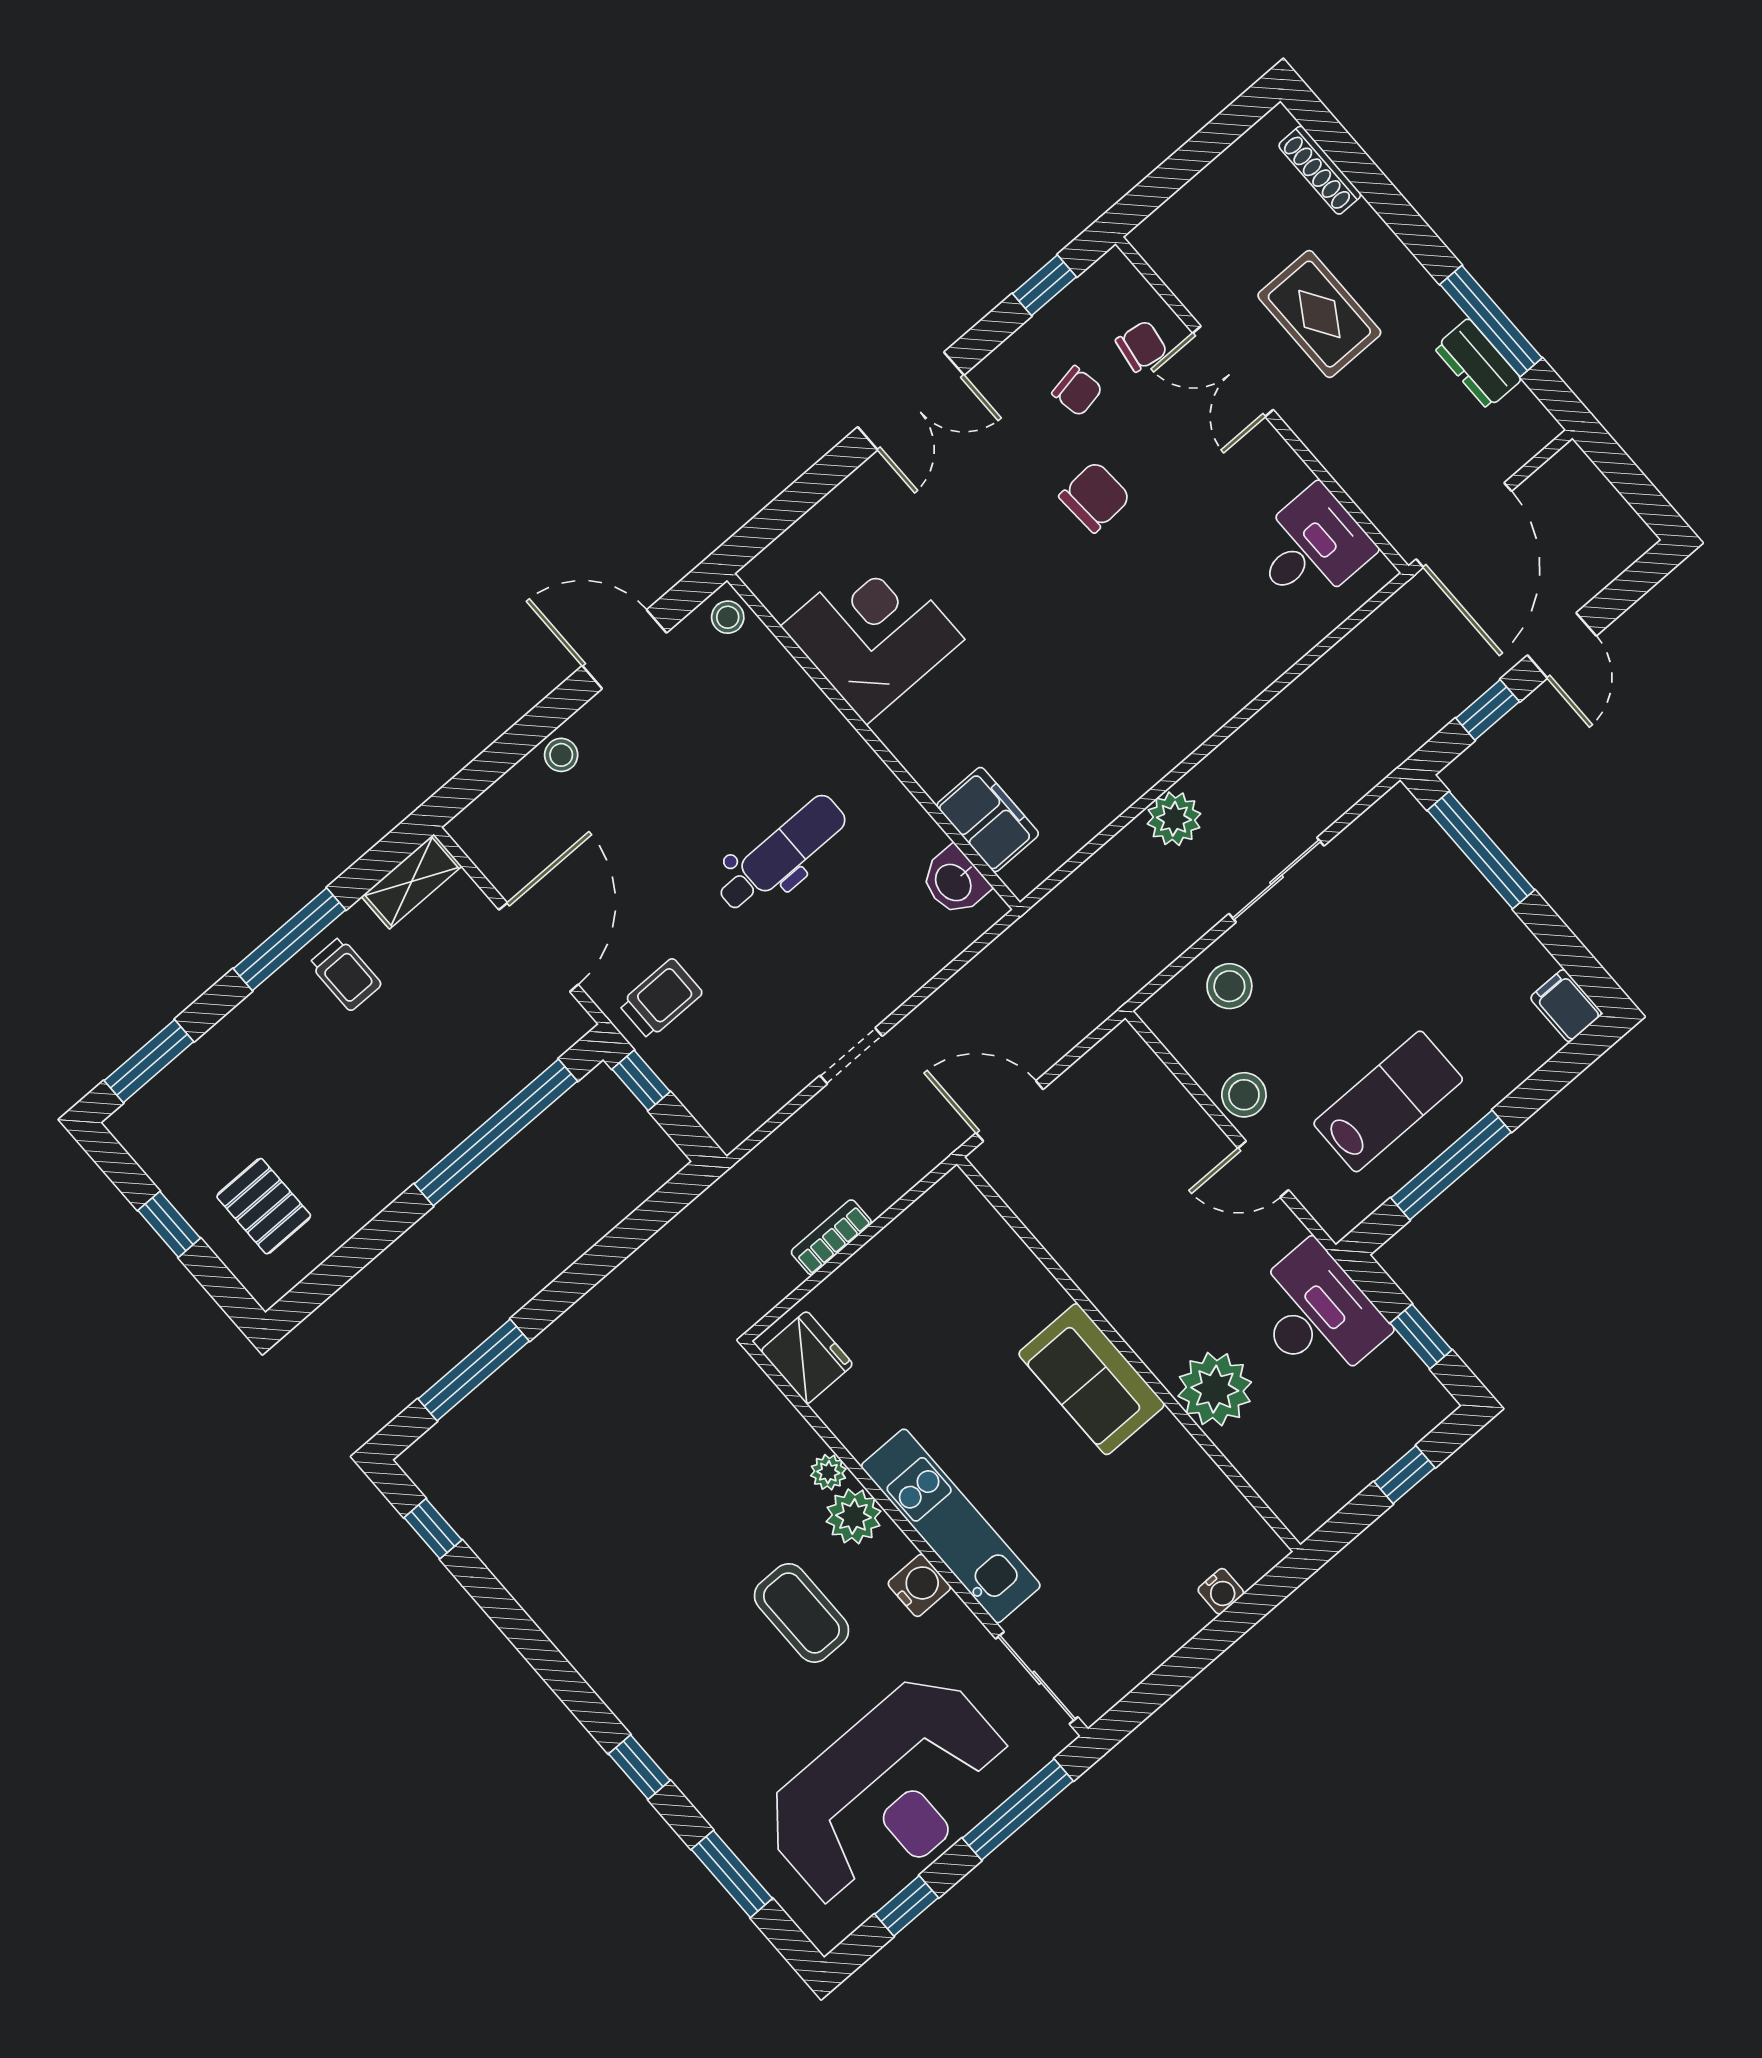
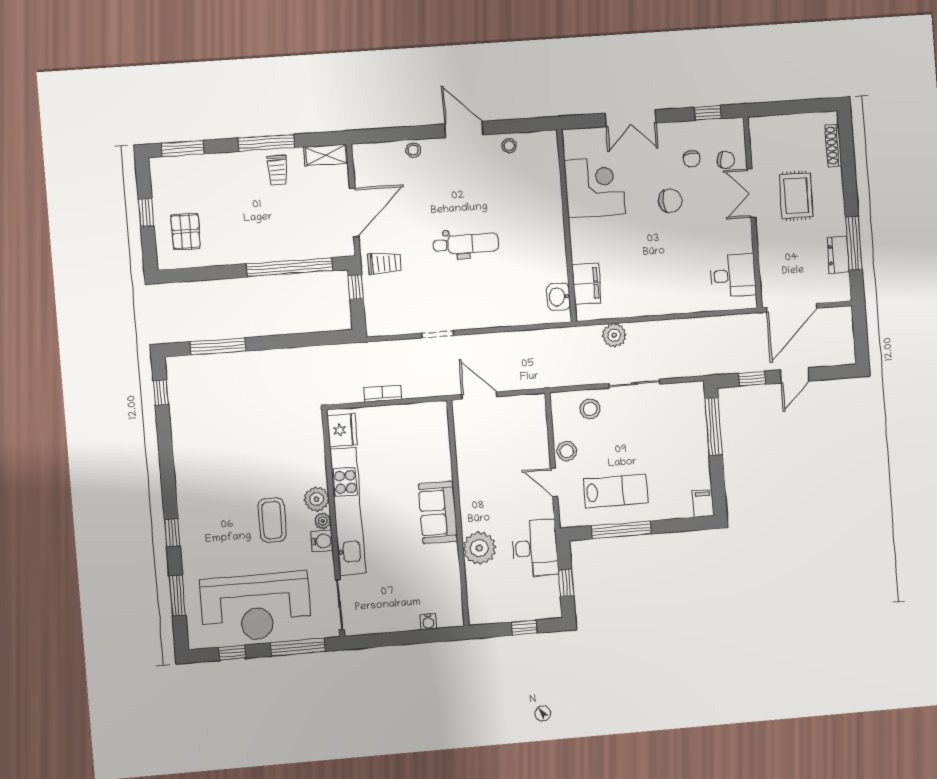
corner desk: (873, 633) -> (595, 187), moved
wall: (873, 741) -> (567, 226), moved
filing cabinet: (988, 820) -> (587, 284), moved
washbasin: (954, 882) -> (559, 297), moved
plant: (828, 1472) -> (323, 521), moved
kitchen unit: (951, 1526) -> (348, 511), width x1.36

